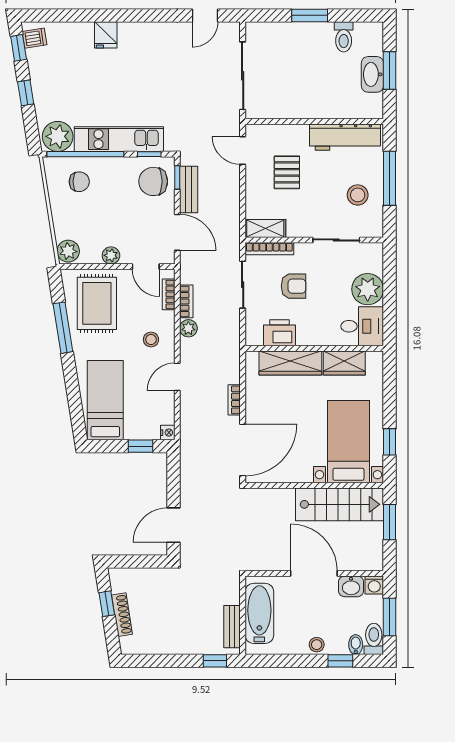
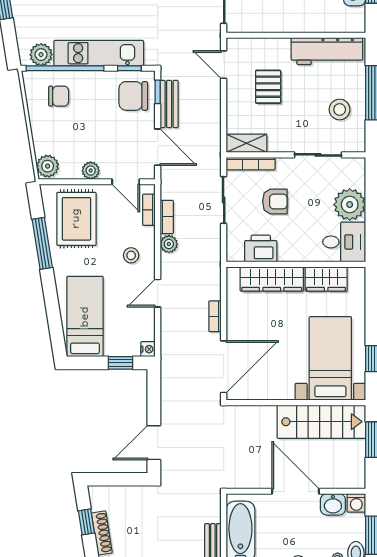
plant: (58, 136) -> (41, 55), width x0.73, depth x0.73

